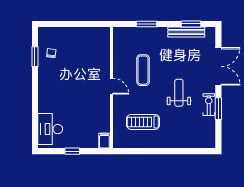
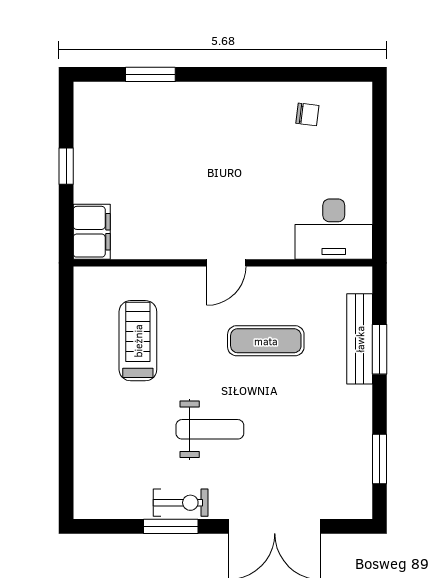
bench: (186, 32) -> (360, 339), moved
window: (35, 57) -> (150, 74), moved
desk: (50, 129) -> (334, 229), moved, turned 180
filing cabinet: (104, 141) -> (92, 232), width x2.00

